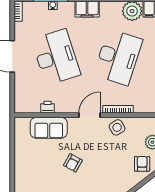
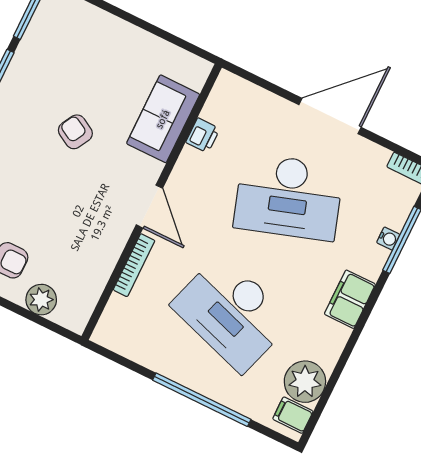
side table: (117, 127) -> (101, 247), removed

